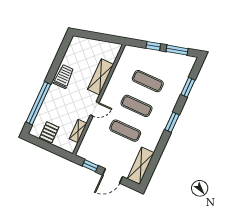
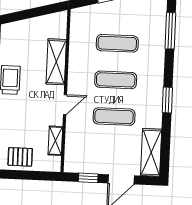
window: (188, 87) -> (170, 31), width x1.44
window: (172, 122) -> (167, 100), moved
pallet: (49, 132) -> (20, 157), turned 90

